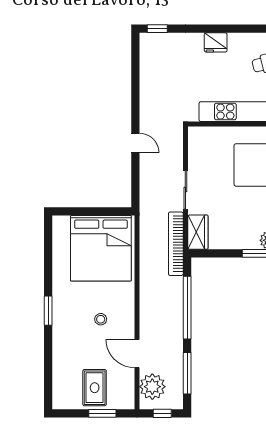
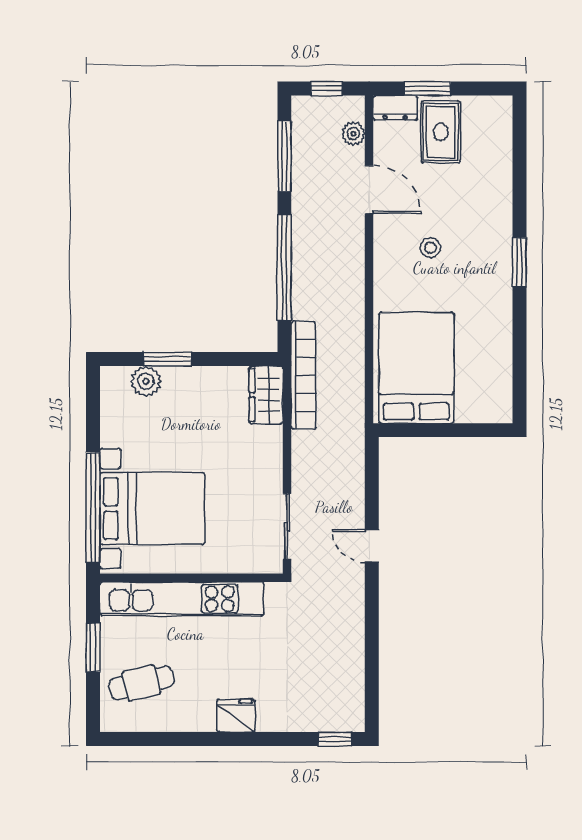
sliding door: (185, 190) -> (287, 527), moved
bed: (101, 248) -> (416, 368), width x0.73
plant: (152, 387) -> (353, 134), width x0.53, depth x0.53
dresser: (121, 402) -> (395, 108), added

